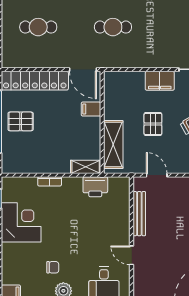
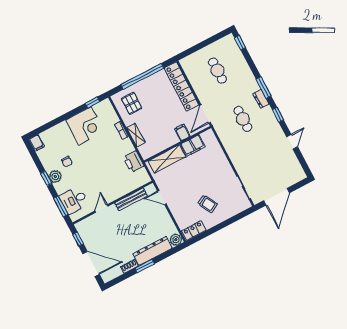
filing cabinet: (160, 81) -> (193, 146), moved, turned -90
pallet: (21, 121) -> (132, 103), moved
pallet: (153, 124) -> (194, 178), removed
shelving: (86, 167) -> (136, 135), moved
door: (157, 175) -> (162, 198), swing flipped

